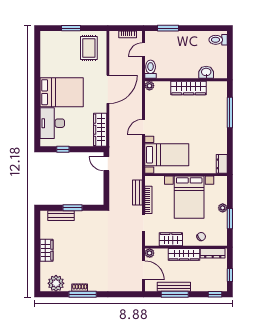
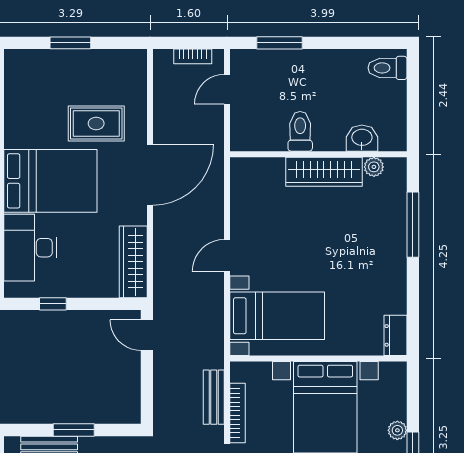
rug: (89, 48) -> (96, 123), moved, turned 90
toilet: (151, 69) -> (300, 131), moved
plant: (149, 86) -> (374, 167), moved

